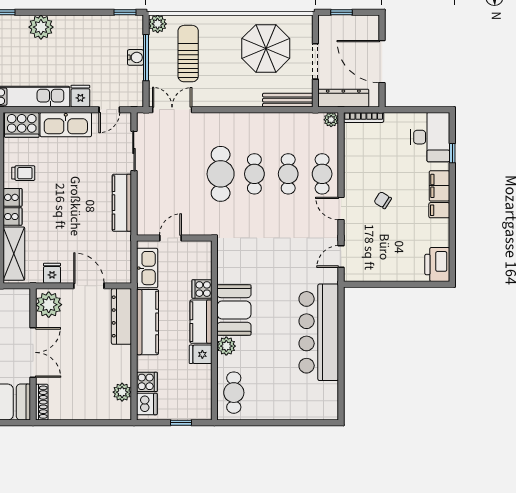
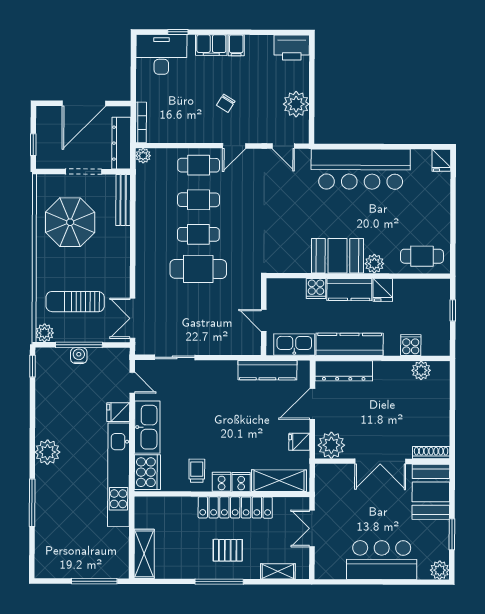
kitchen counter: (122, 203) -> (267, 370), moved
plant: (382, 269) -> (296, 104), added
double door: (33, 352) -> (380, 461), swing flipped
dishwasher: (147, 404) -> (433, 345), removed
fridge: (328, 411) -> (441, 160), added

